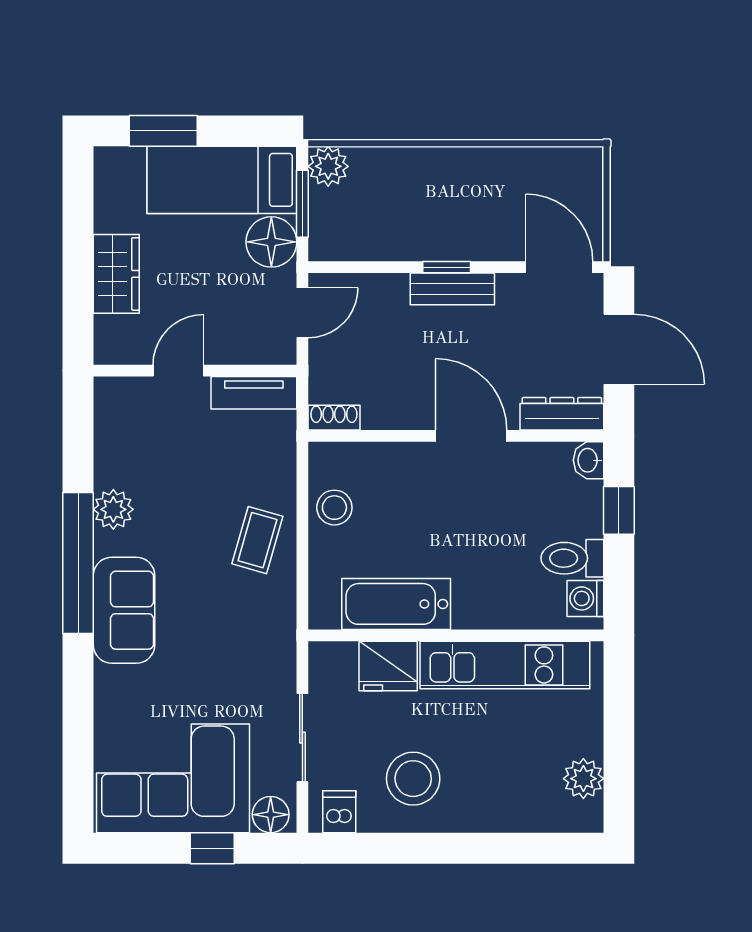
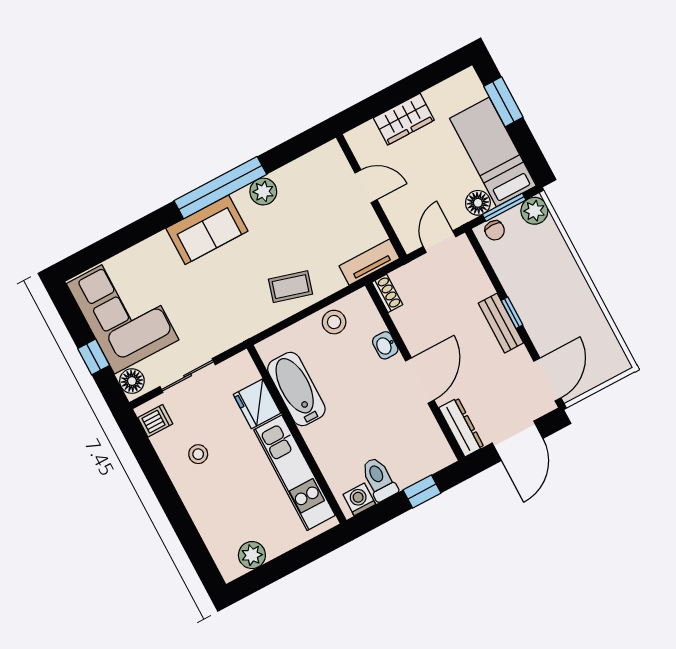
chair: (326, 232) -> (495, 230), added
floor lamp: (271, 242) -> (478, 203), width x0.73, depth x0.73
door: (302, 313) -> (439, 242), swing flipped
tv unit: (254, 393) -> (369, 262), moved, turned 90
washbasin: (588, 460) -> (385, 345), moved, turned -90
stool: (413, 779) -> (198, 454), width x0.53, depth x0.53

